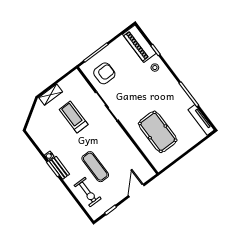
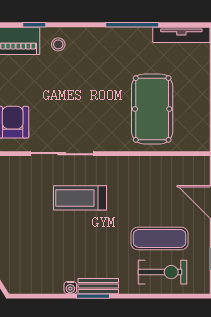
treadmill: (74, 117) -> (80, 198), moved
pool table: (158, 132) -> (152, 109), turned 90
exercise mat: (95, 167) -> (160, 238), moved

